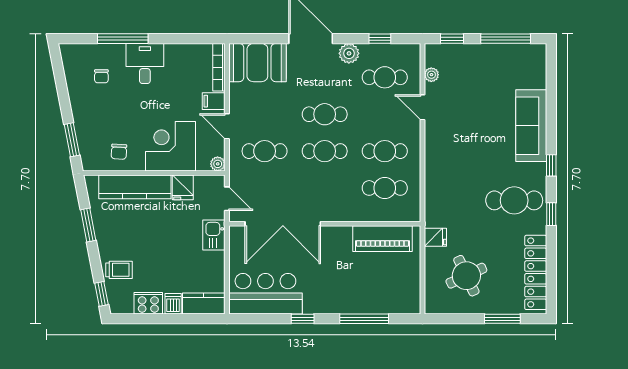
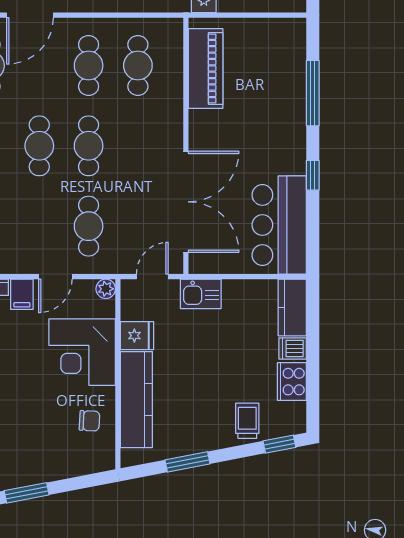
door: (422, 107) -> (30, 15), width x1.38
window: (72, 140) -> (27, 493), moved

